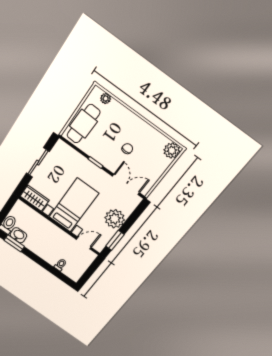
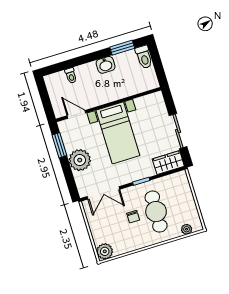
cafe table: (83, 124) -> (156, 212), moved
wardrobe: (35, 198) -> (168, 163), moved, turned 180
washbasin: (18, 235) -> (106, 65), moved
door: (84, 243) -> (76, 114), swing flipped

